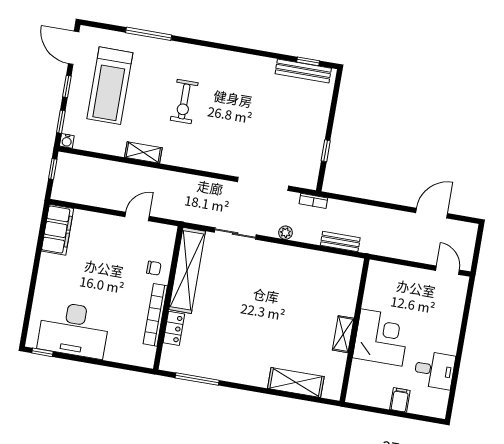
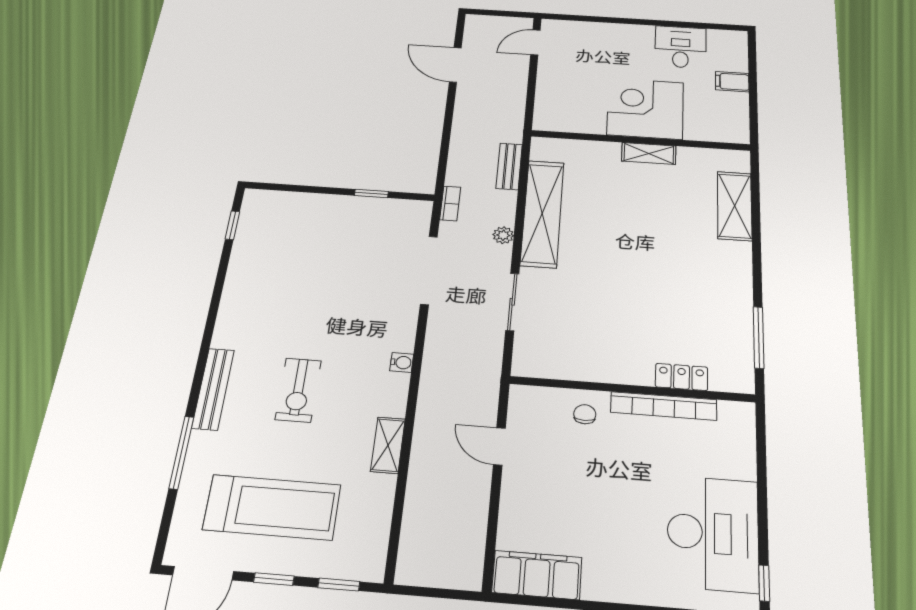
bench: (303, 71) -> (213, 389), moved
exercise bike: (184, 102) -> (298, 390), turned 90
water cooler: (67, 141) -> (402, 362), moved
window: (53, 169) -> (426, 592), removed
shelving: (187, 270) -> (542, 213), moved, turned 90

